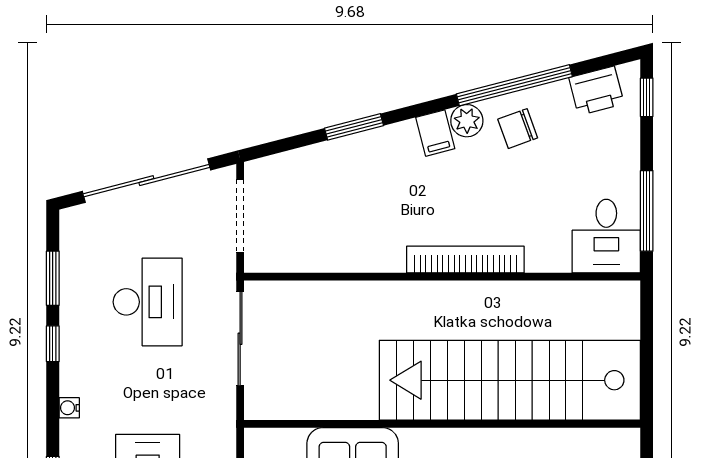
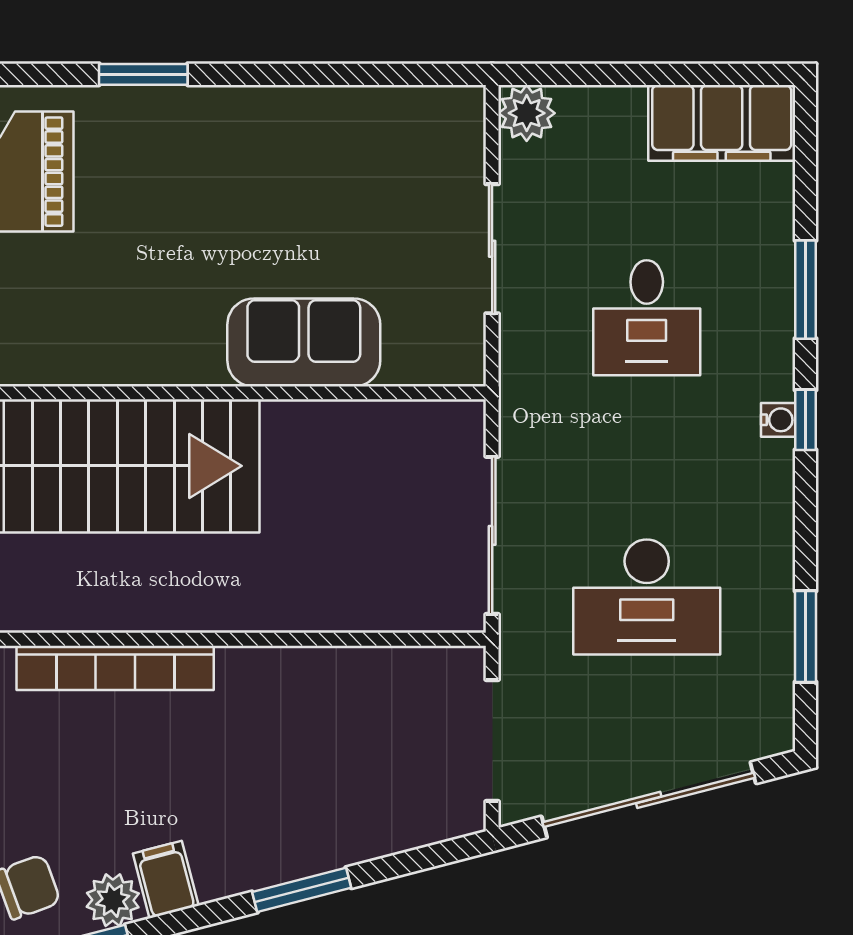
desk: (148, 302) -> (647, 597), turned -90
window: (53, 344) -> (806, 420), moved

